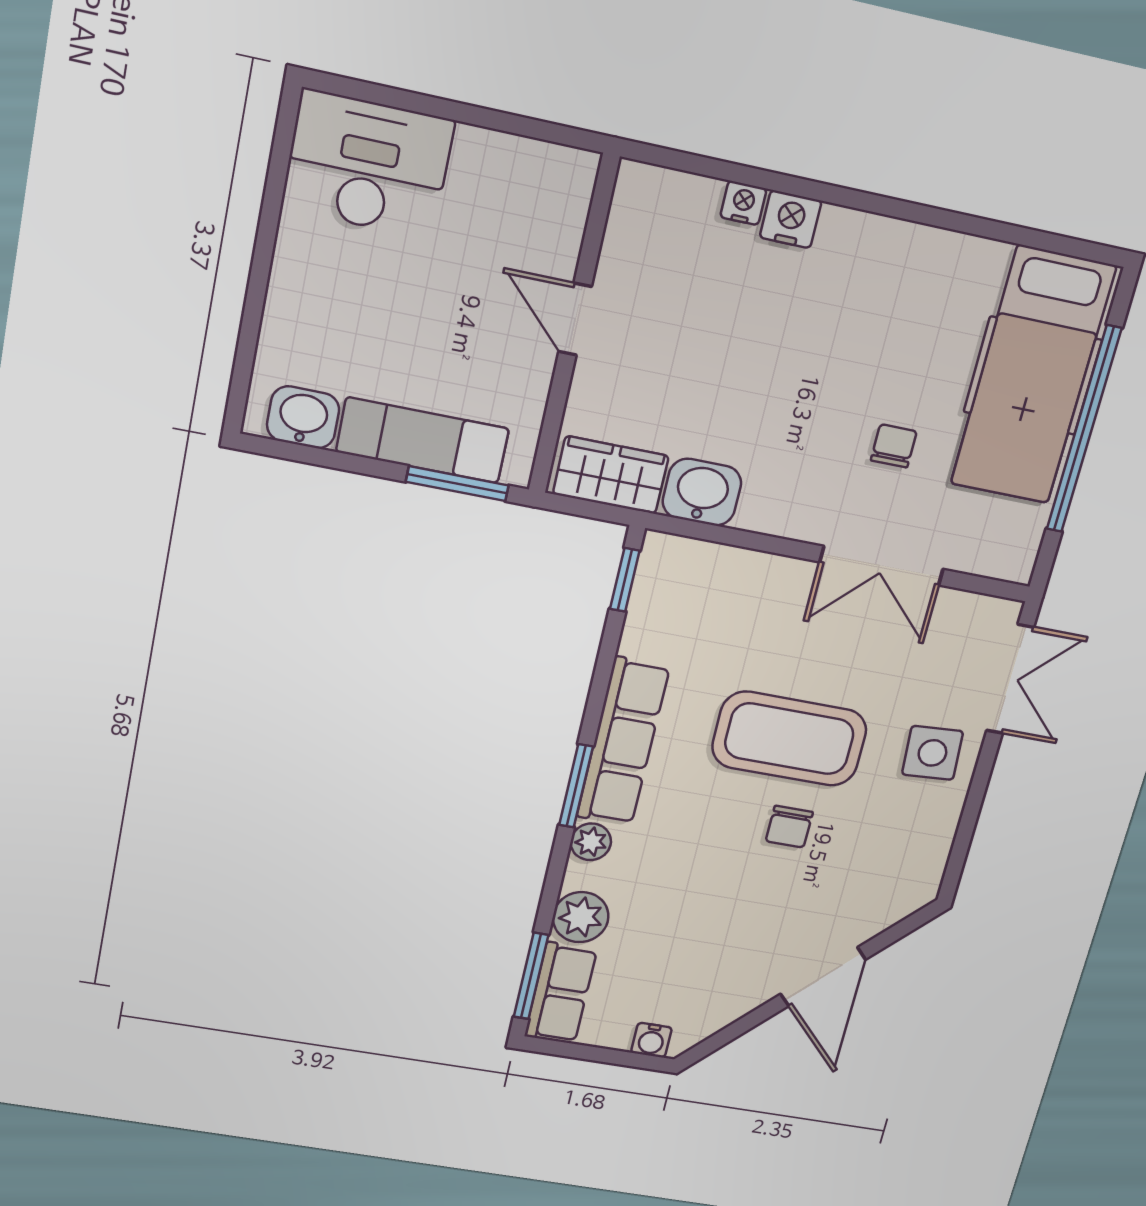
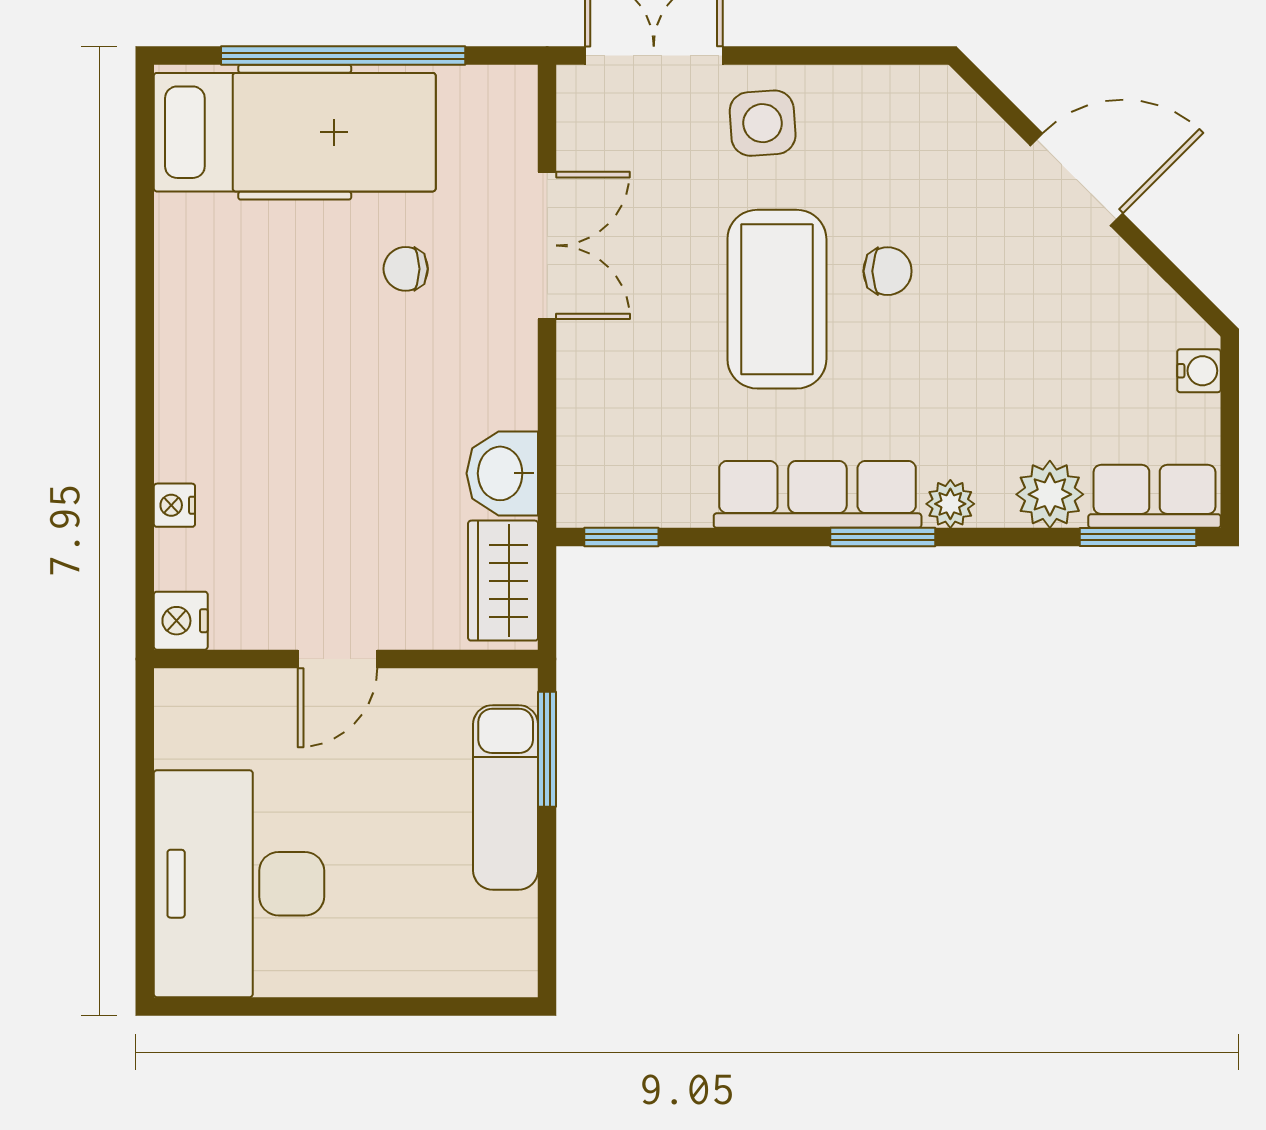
desk: (368, 164) -> (239, 884), width x1.36, depth x1.30
nightstand: (791, 219) -> (181, 621), moved
washbasin: (303, 417) -> (506, 932), removed

